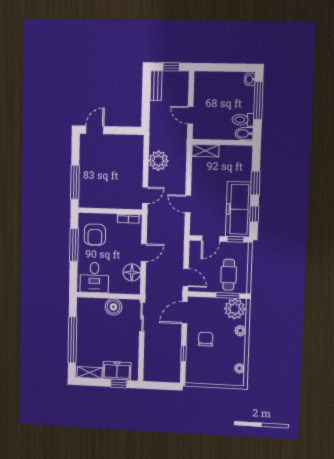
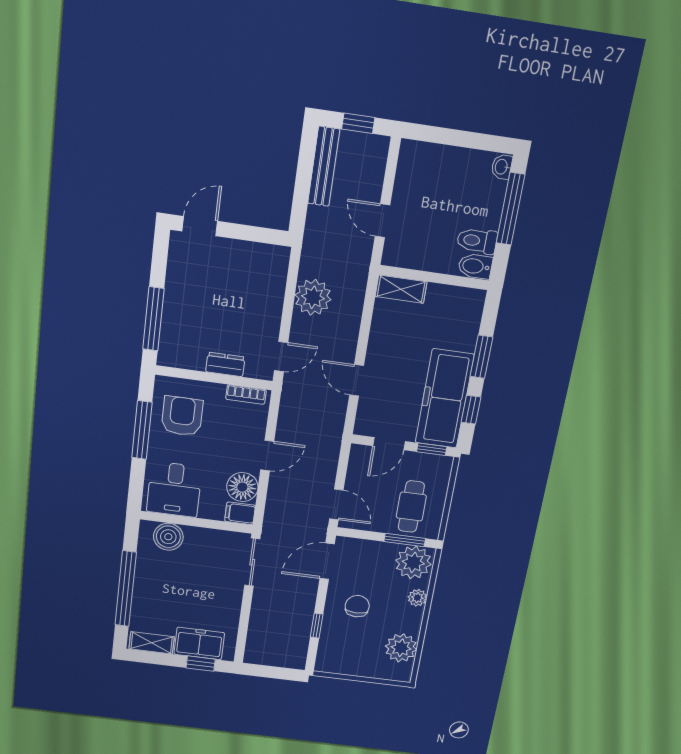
bench: (156, 86) -> (324, 166), width x1.36
dresser: (115, 203) -> (225, 364), added
armchair: (95, 235) -> (182, 416), turned 180
filing cabinet: (132, 288) -> (240, 513), added
boiler: (113, 307) -> (168, 537), moved
plant: (239, 368) -> (401, 648), width x1.88, depth x1.88

